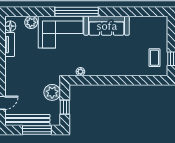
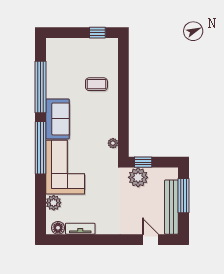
window: (127, 12) -> (41, 87), added
sofa: (107, 26) -> (58, 119), width x0.73
coffee table: (154, 58) -> (96, 84), moved
window: (65, 107) -> (143, 162), moved

